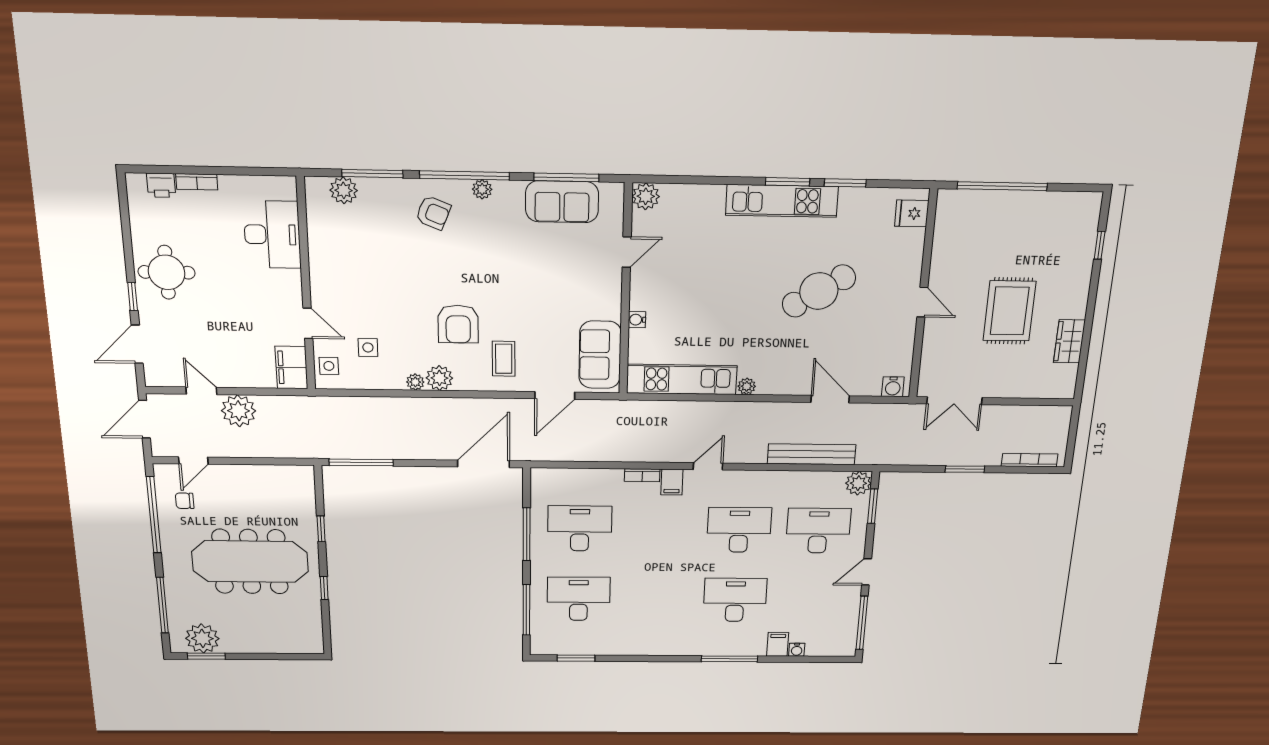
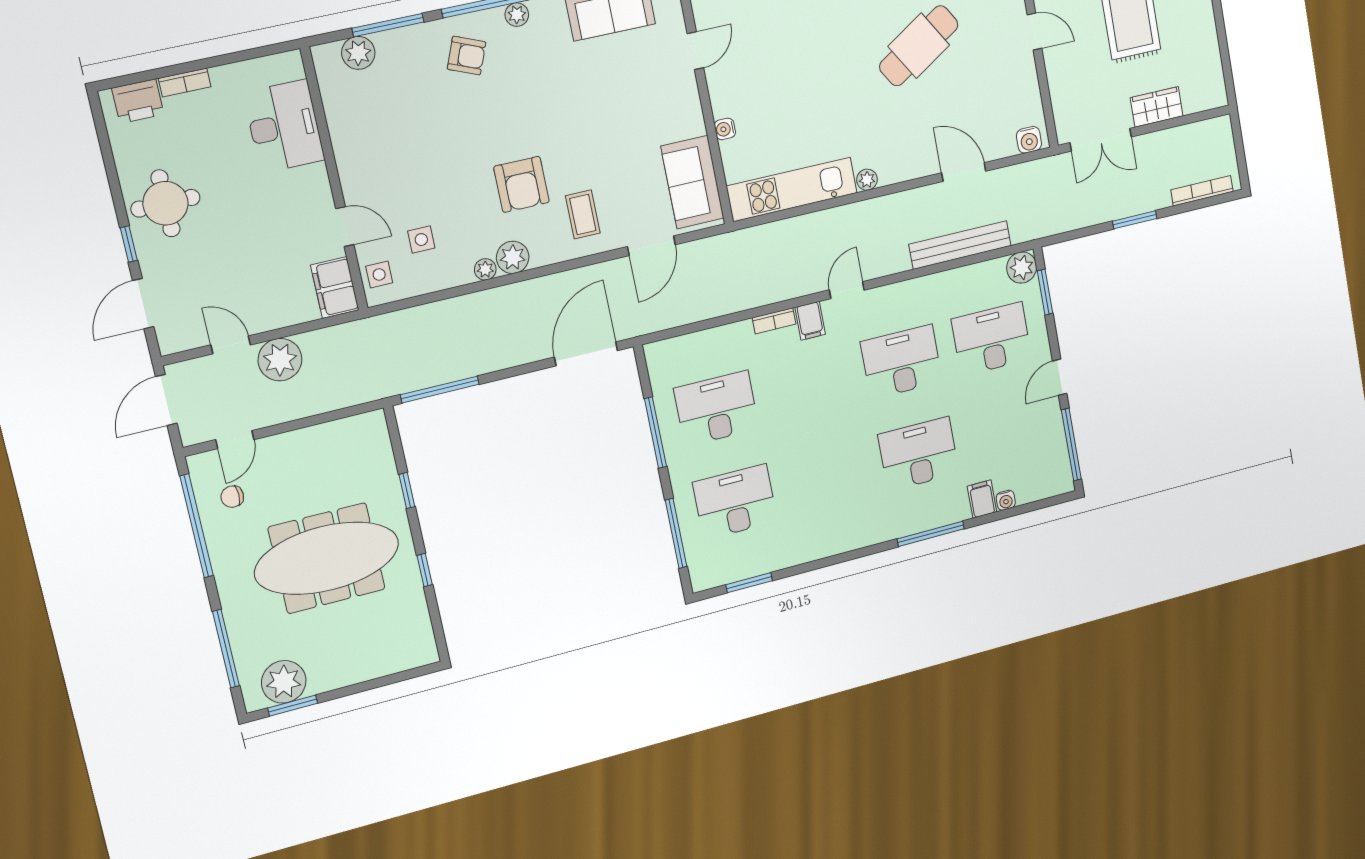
printer: (161, 185) -> (138, 101), width x1.36, depth x1.24
wardrobe: (1069, 341) -> (1157, 107), moved, turned 90

